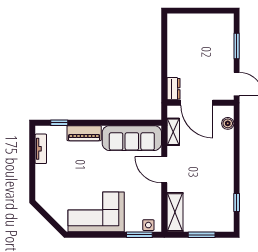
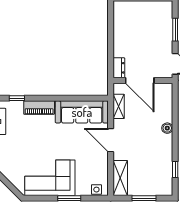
boiler: (228, 123) -> (167, 128), moved
window: (139, 235) -> (69, 198), moved

